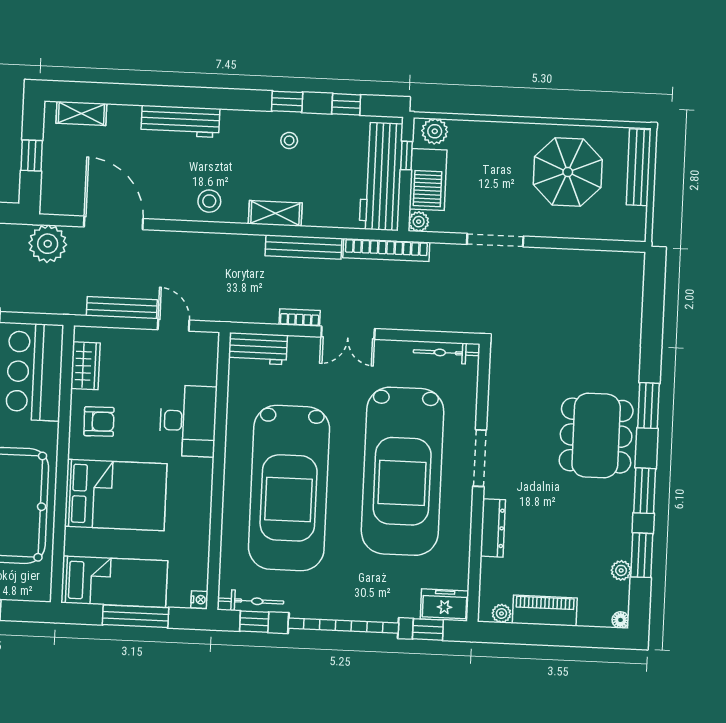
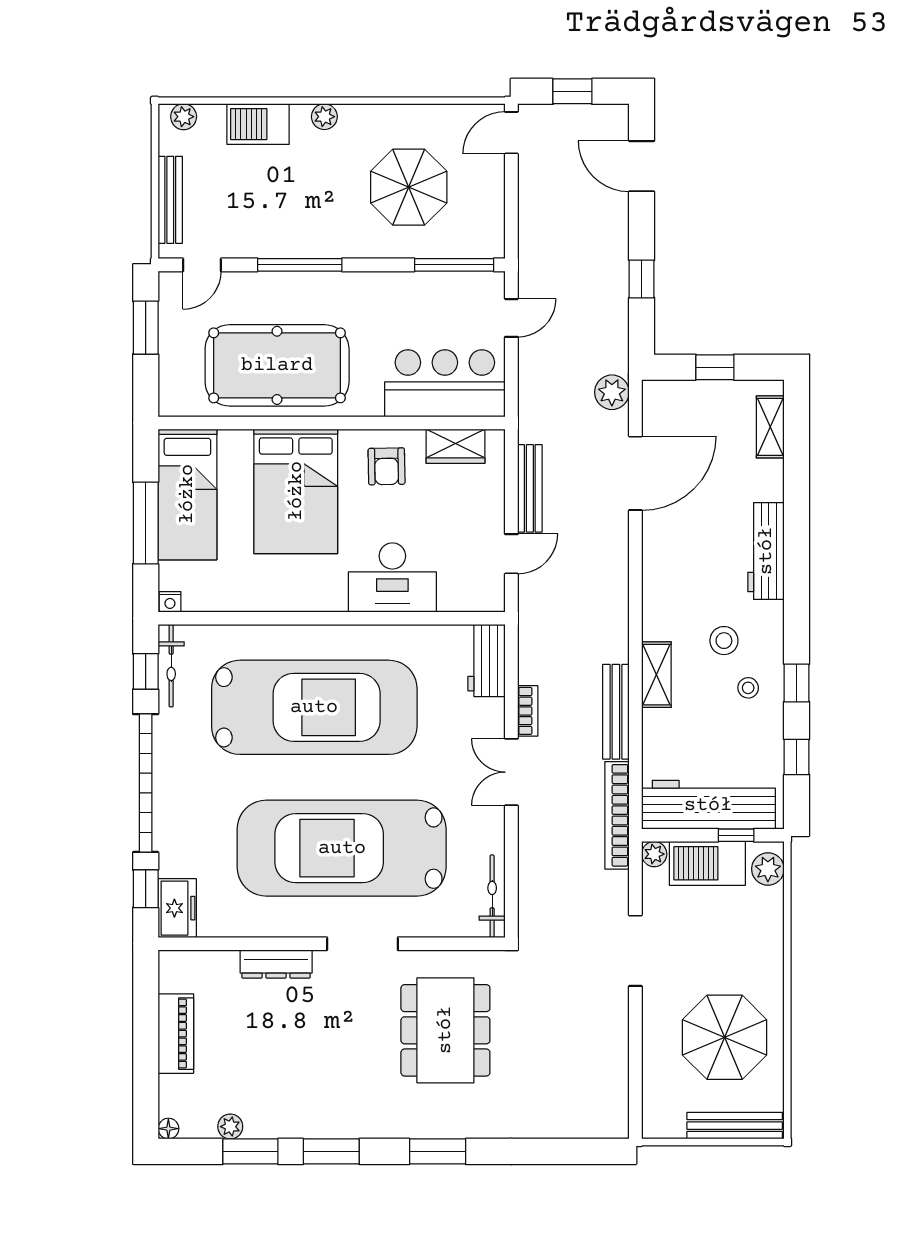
stool: (209, 201) -> (724, 641), moved
plant: (48, 244) -> (612, 392), width x0.73, depth x0.73
dining table: (596, 436) -> (445, 1030), moved, turned 90
car: (289, 488) -> (314, 707), turned 180
plant: (501, 614) -> (170, 980), removed

